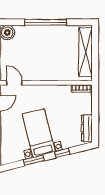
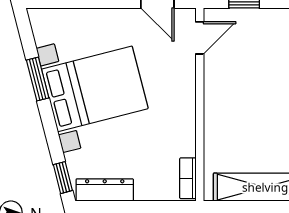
bed with nightstands: (39, 133) -> (95, 89), width x1.36
window: (62, 153) -> (63, 178), moved

